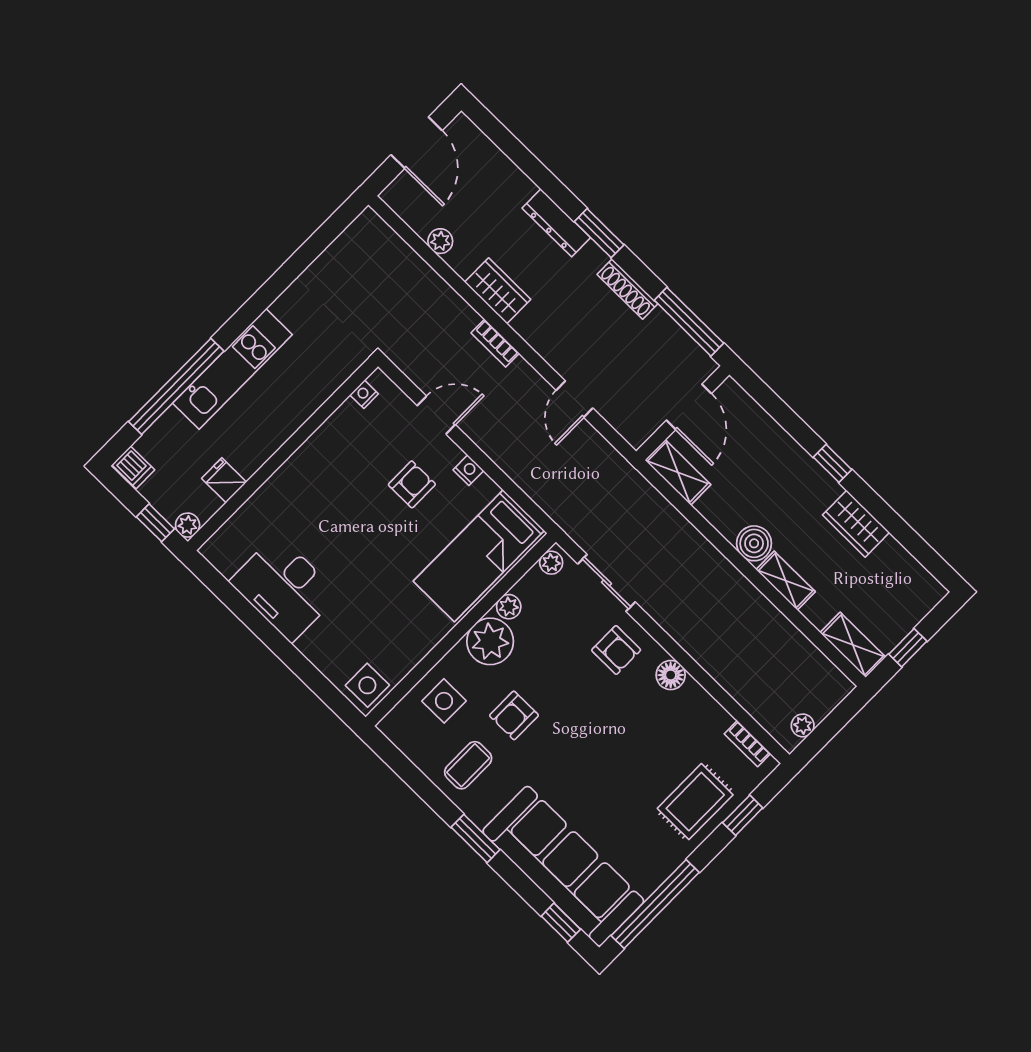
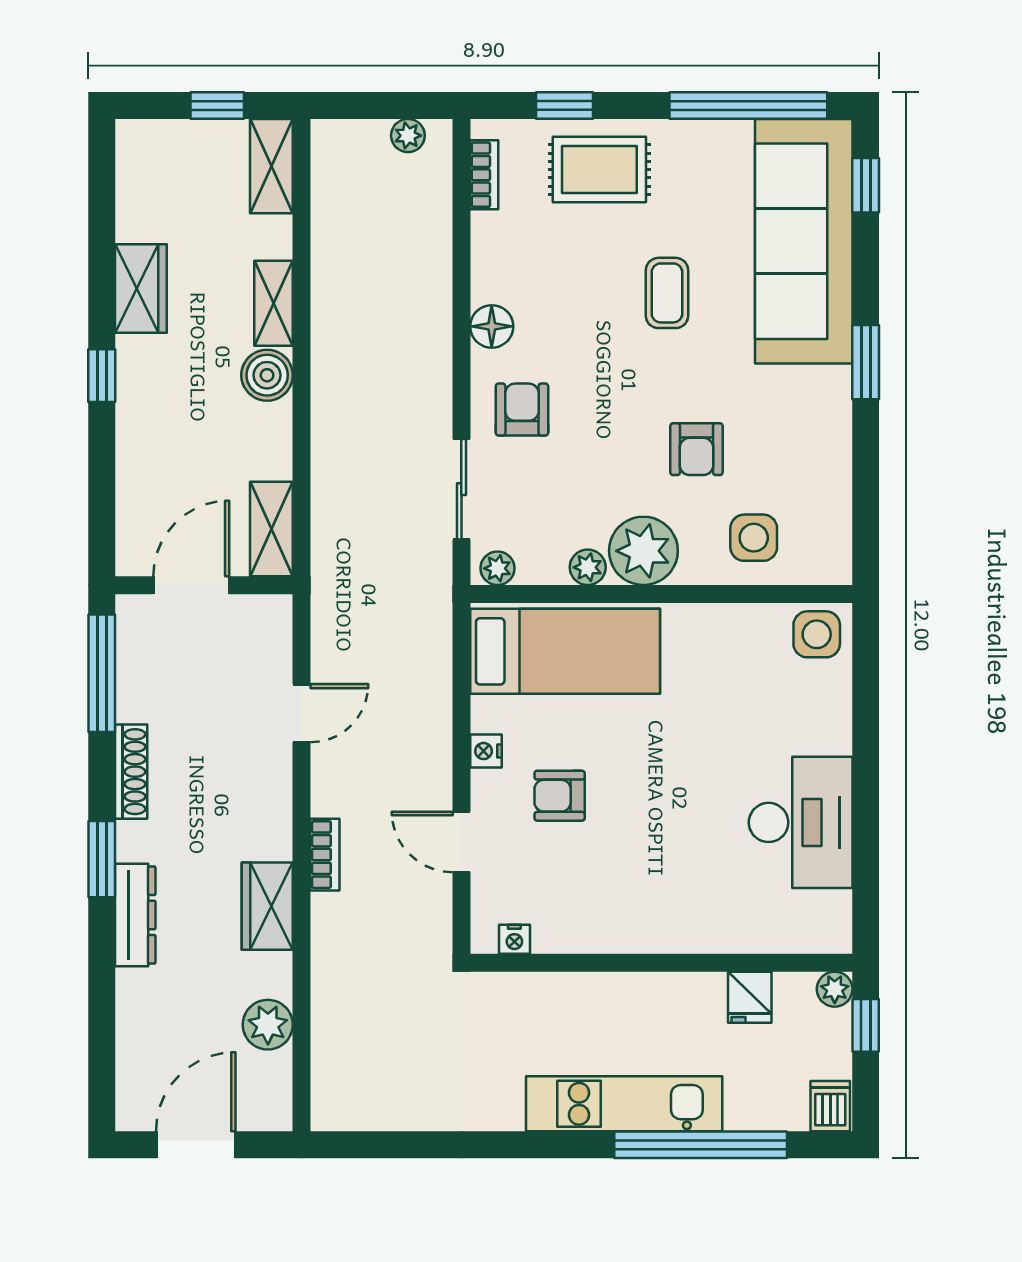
plant: (440, 241) -> (268, 1025), width x1.38, depth x1.38
armchair: (514, 715) -> (696, 449), turned 90
coffee table: (468, 765) -> (667, 293), moved, turned 90

